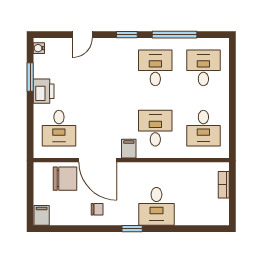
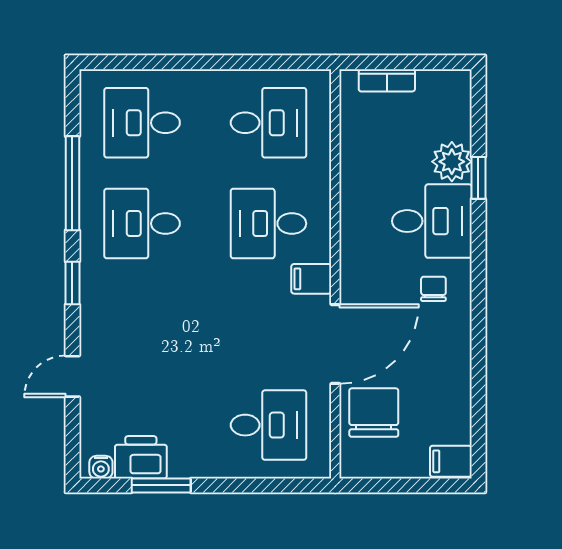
door: (82, 35) -> (72, 376), swing flipped
printer: (44, 91) -> (141, 457), moved
chair: (97, 209) -> (433, 289), moved
plant: (185, 216) -> (452, 162), added
window: (132, 229) -> (478, 178), moved

